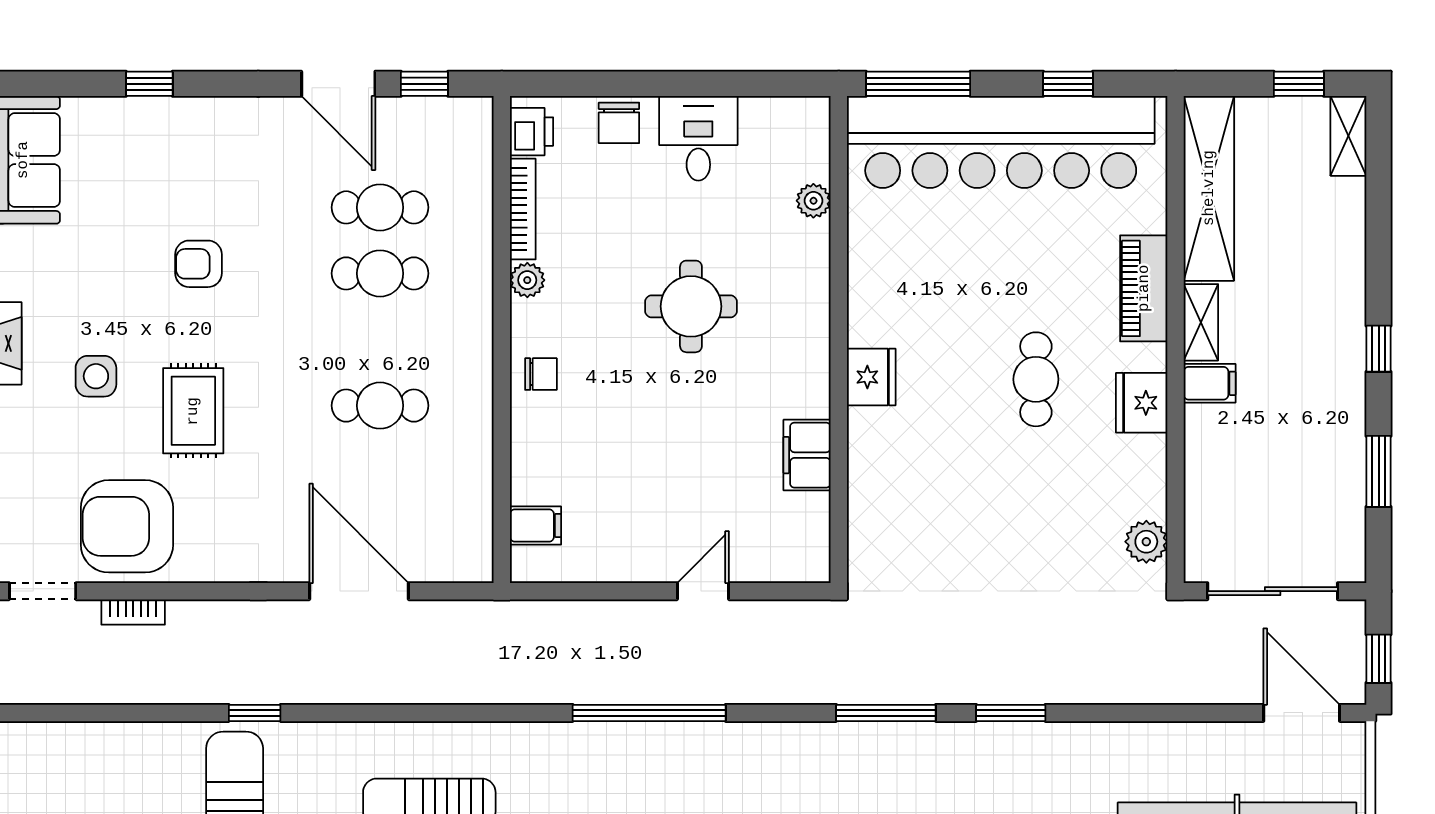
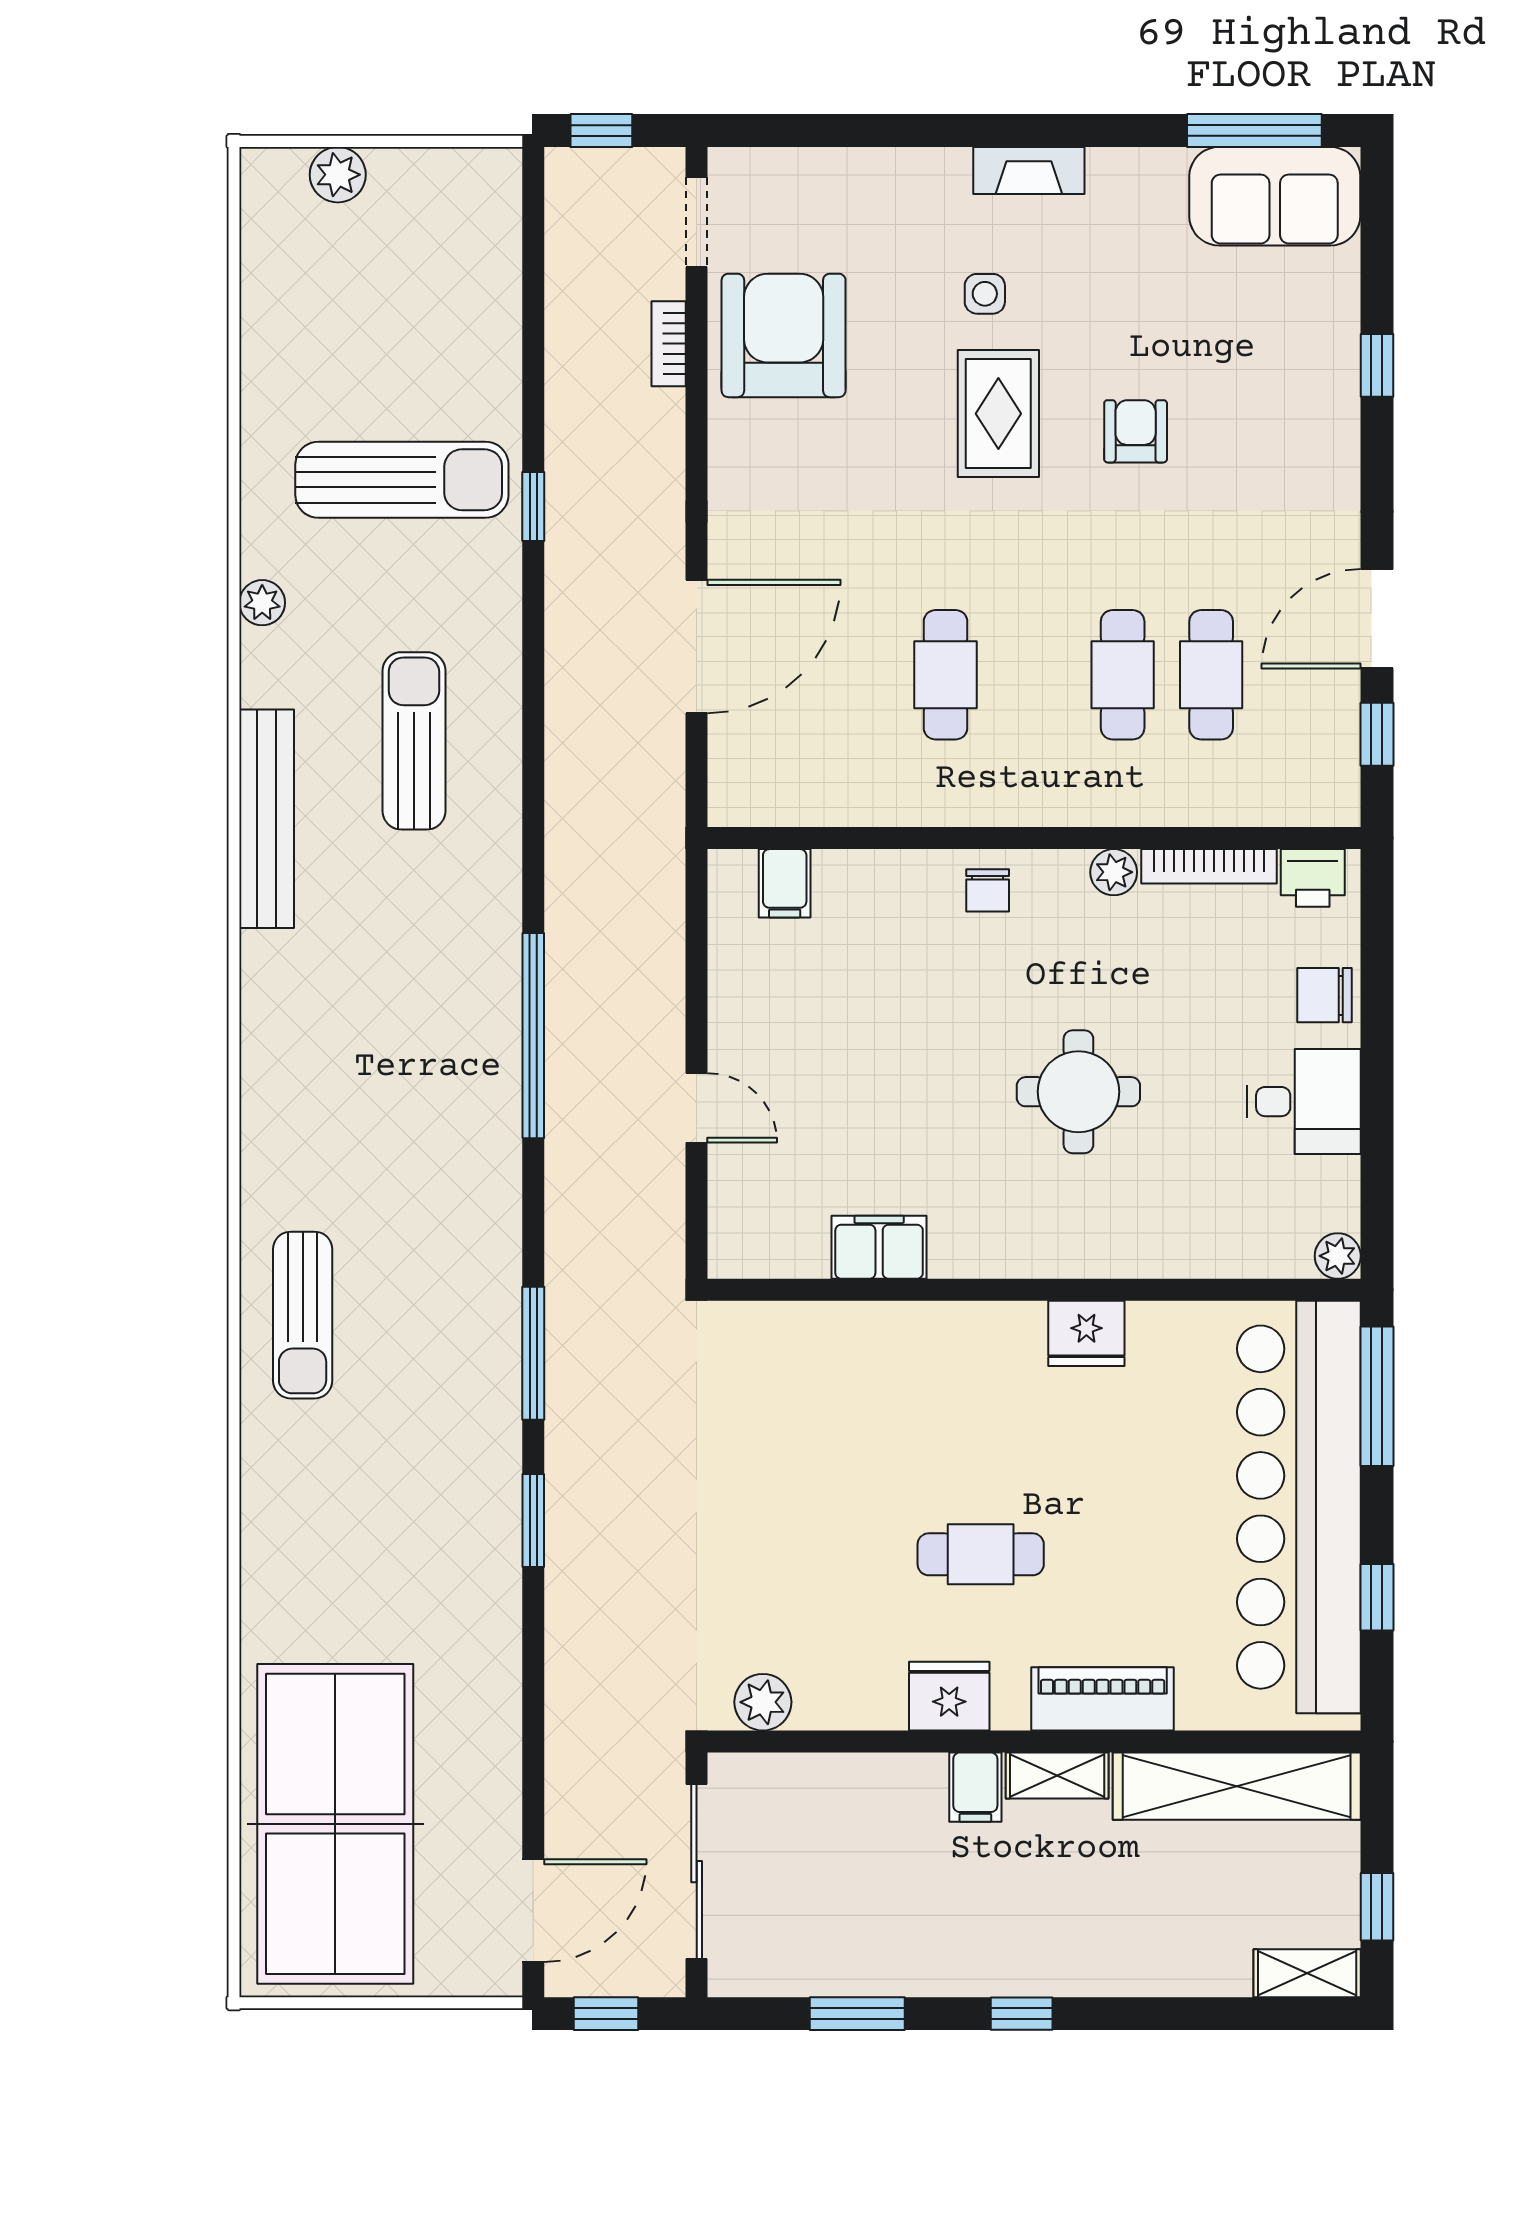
plant: (813, 201) -> (1338, 1256), moved
side table: (96, 376) -> (985, 294), width x0.73, depth x0.73
fridge: (871, 377) -> (1086, 1333), moved
rug: (193, 411) -> (998, 414), moved, turned 90

